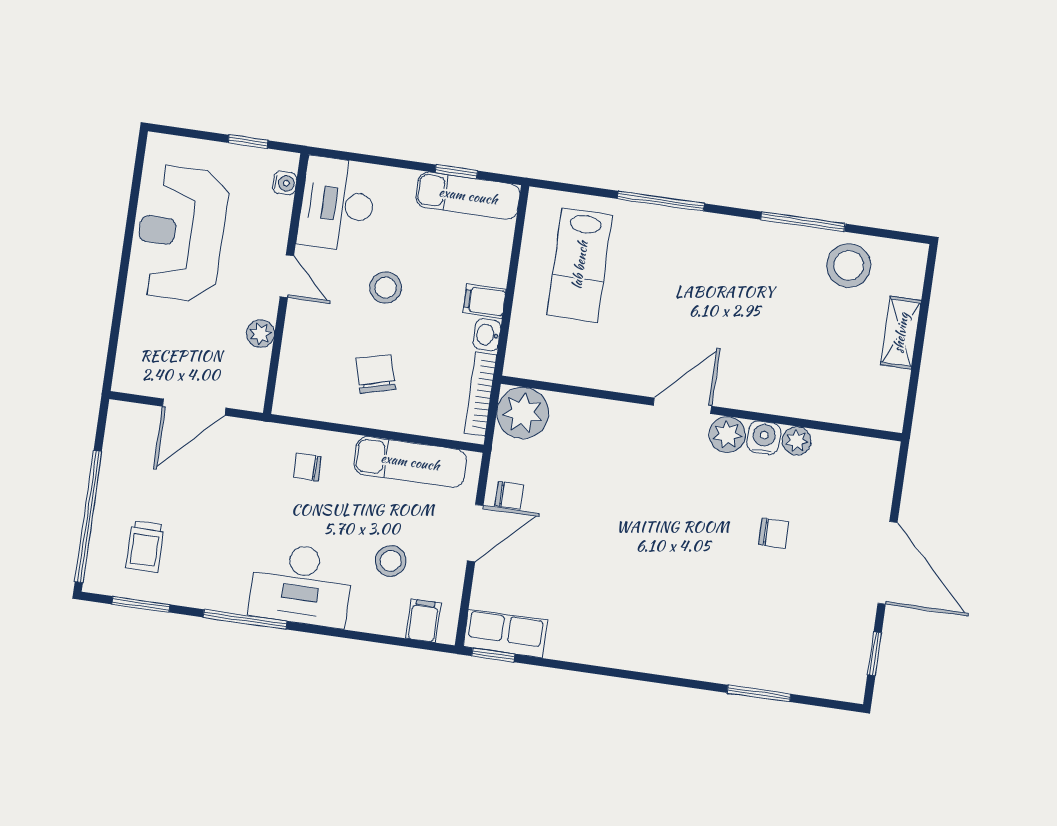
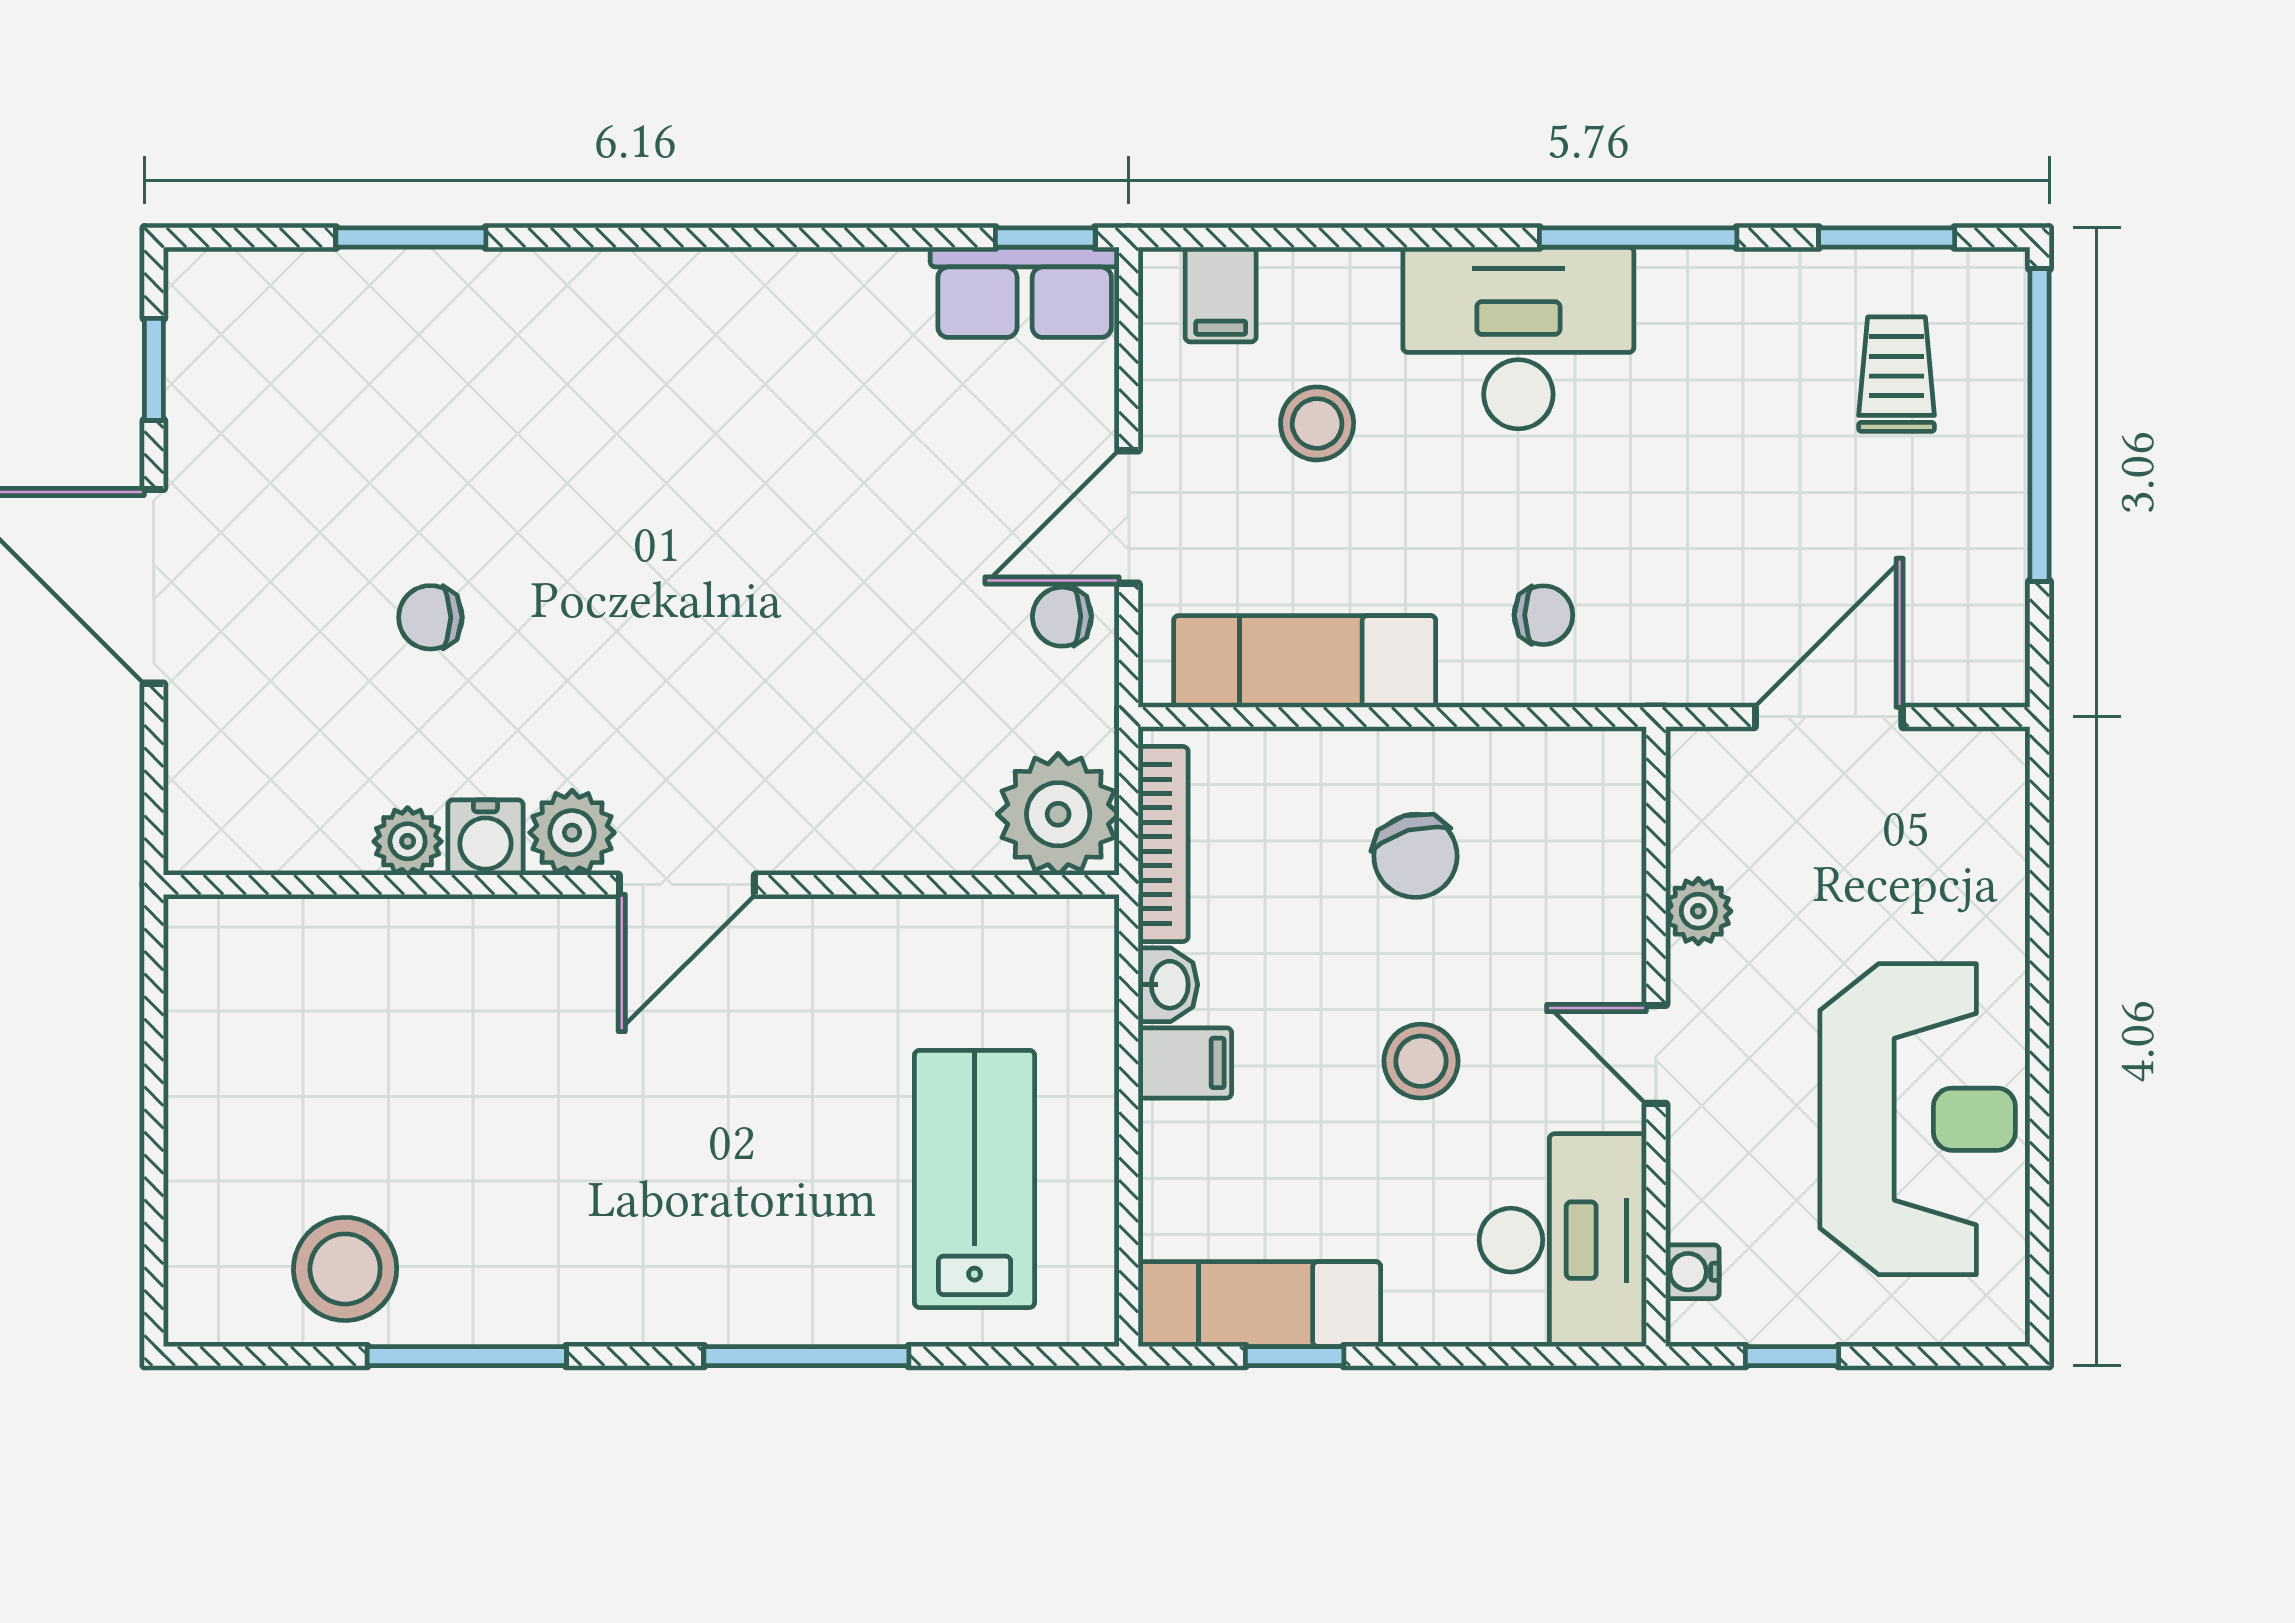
shelving: (901, 333) -> (200, 1129), removed

